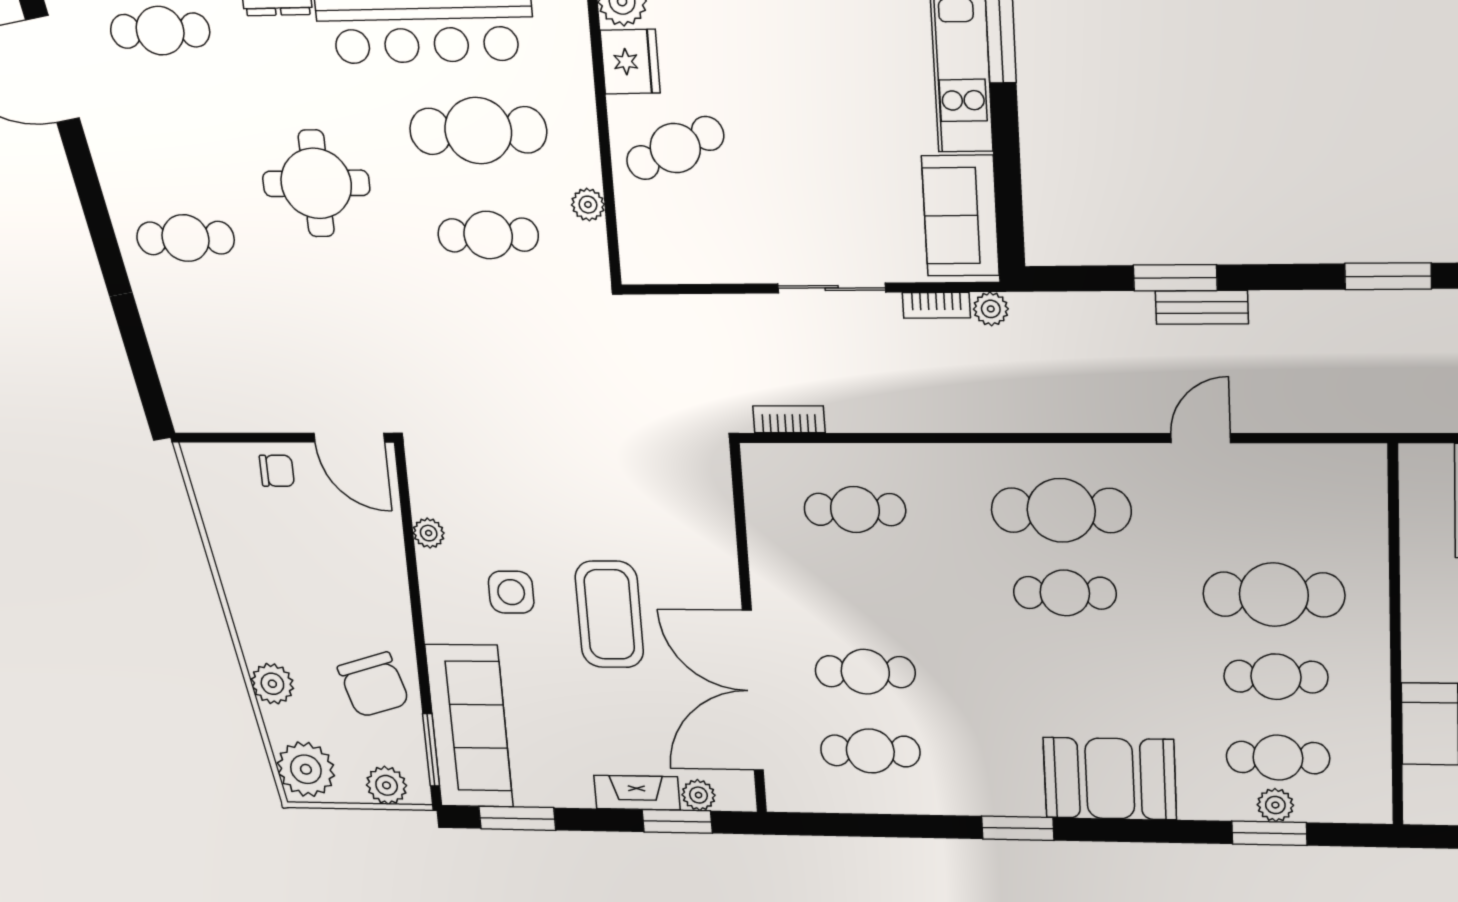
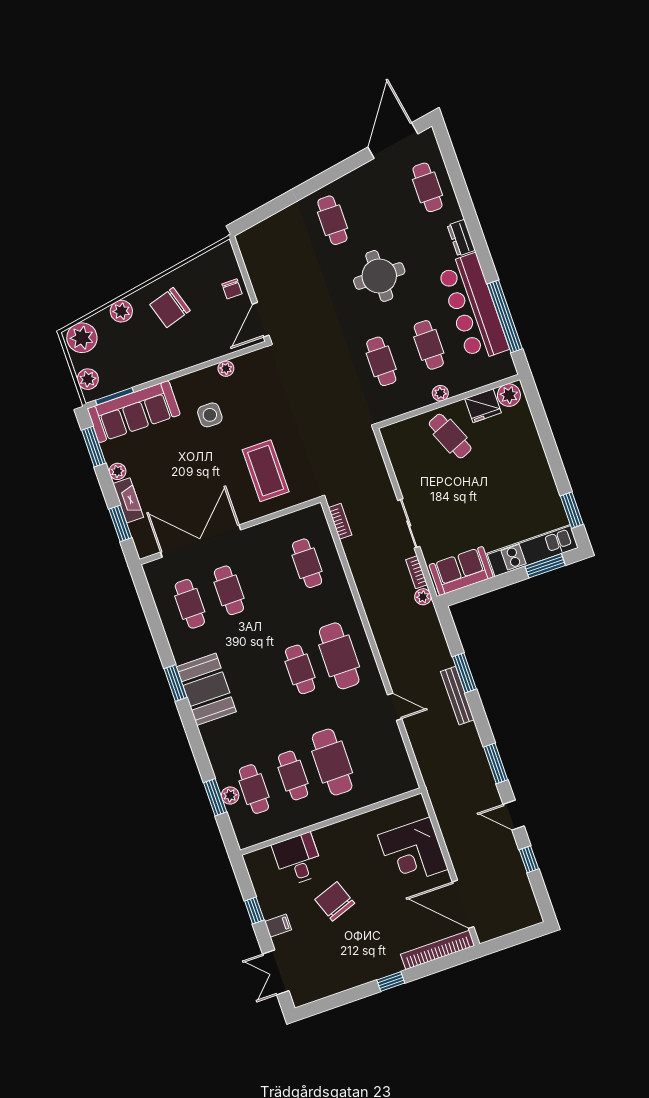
cafe table: (478, 131) -> (429, 345), width x0.73, depth x0.74
plant: (588, 205) -> (440, 393), moved
bench: (1202, 307) -> (457, 696), width x1.36
coffee table: (609, 614) -> (266, 471), moved, turned 90
chair: (374, 685) -> (170, 308), moved
booth: (1110, 778) -> (206, 689), moved
plant: (699, 795) -> (118, 471), moved

